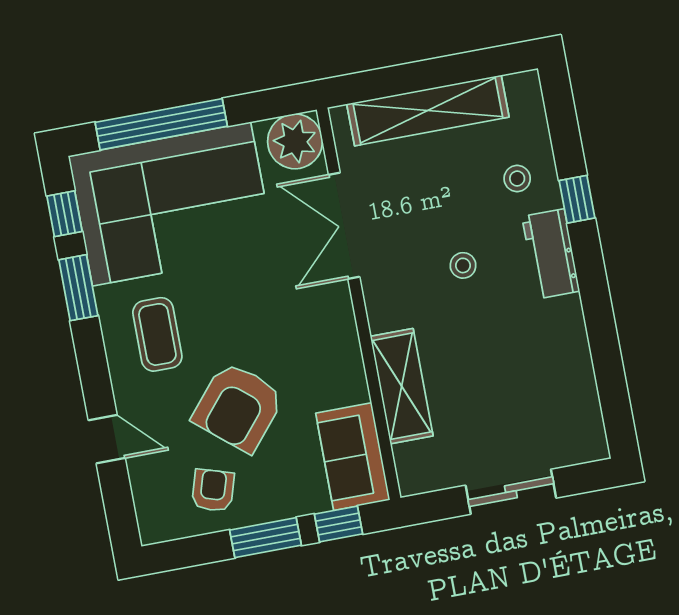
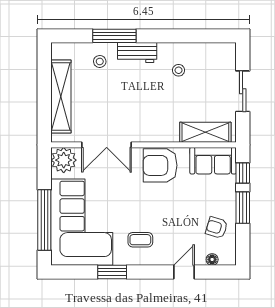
window: (577, 199) -> (114, 36), width x2.17
window: (65, 214) -> (77, 272), removed
stool: (463, 265) -> (179, 70), moved
coffee table: (157, 334) -> (140, 240), width x0.73, depth x0.77
shelving: (402, 386) -> (205, 132), moved
armchair: (238, 407) -> (160, 165), moved, turned 140
floor lamp: (144, 494) -> (212, 259), added

